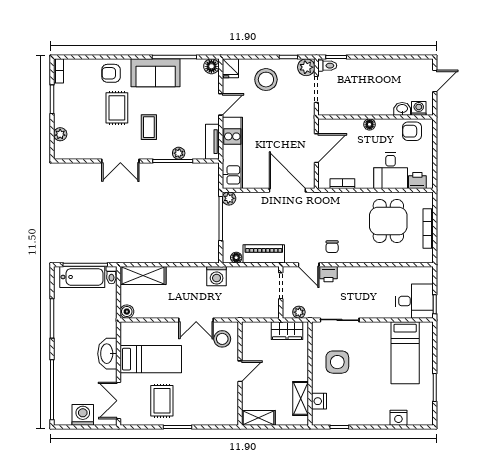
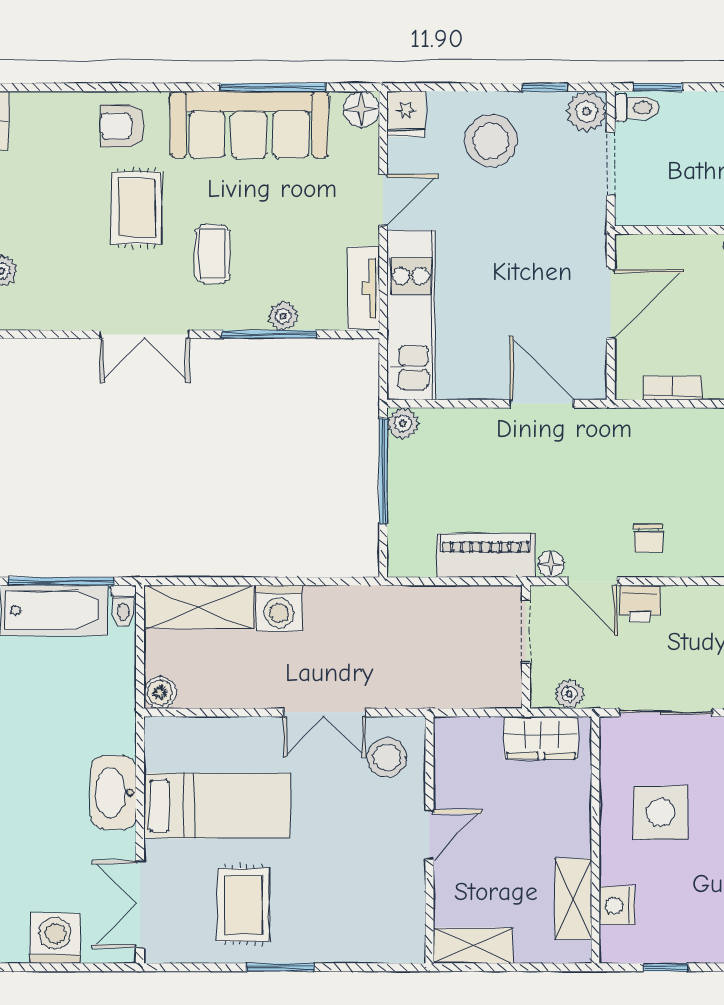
sofa: (156, 73) -> (249, 125), width x1.36
door: (287, 190) -> (542, 404), width x0.73
floor lamp: (236, 258) -> (551, 564), moved
washing machine: (217, 276) -> (279, 608), moved

